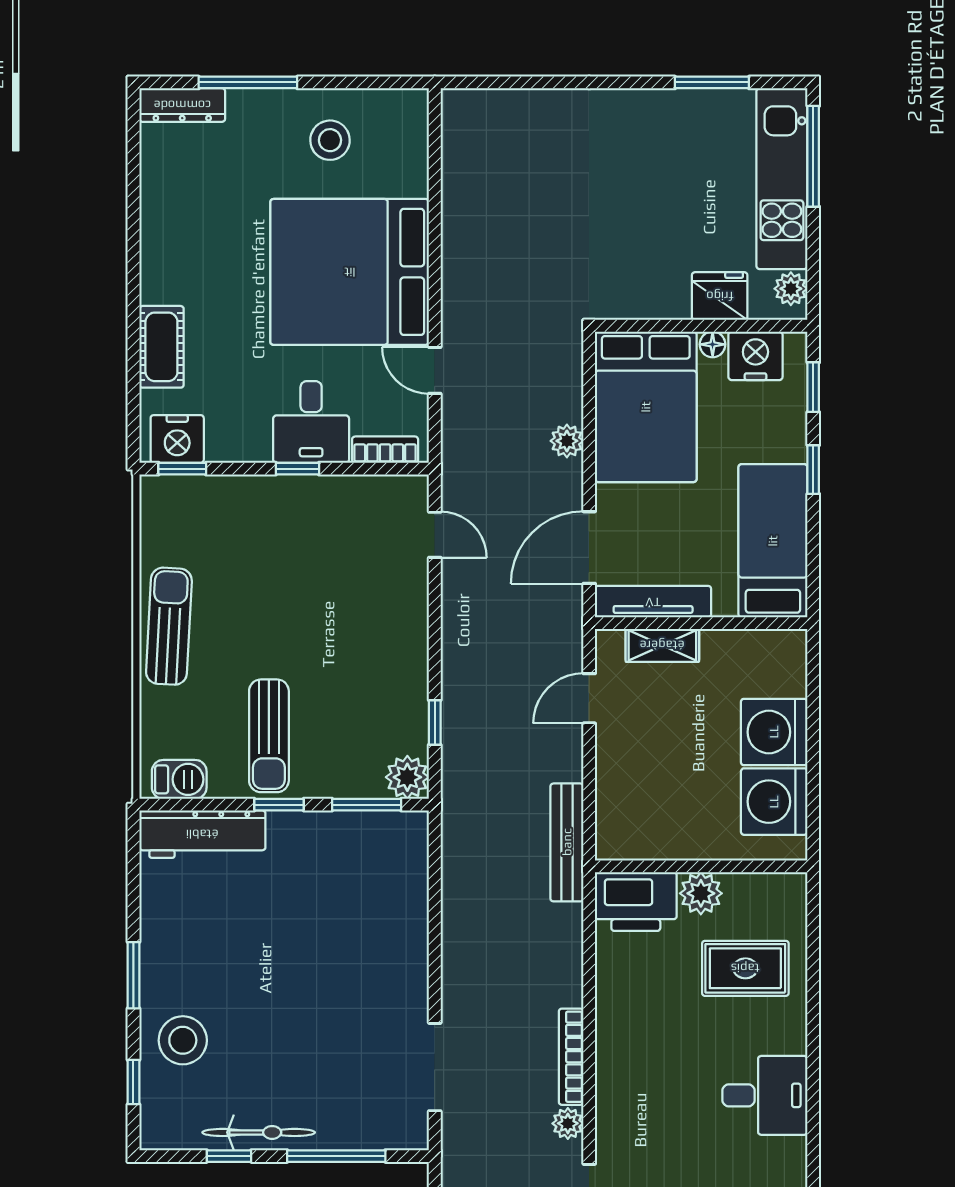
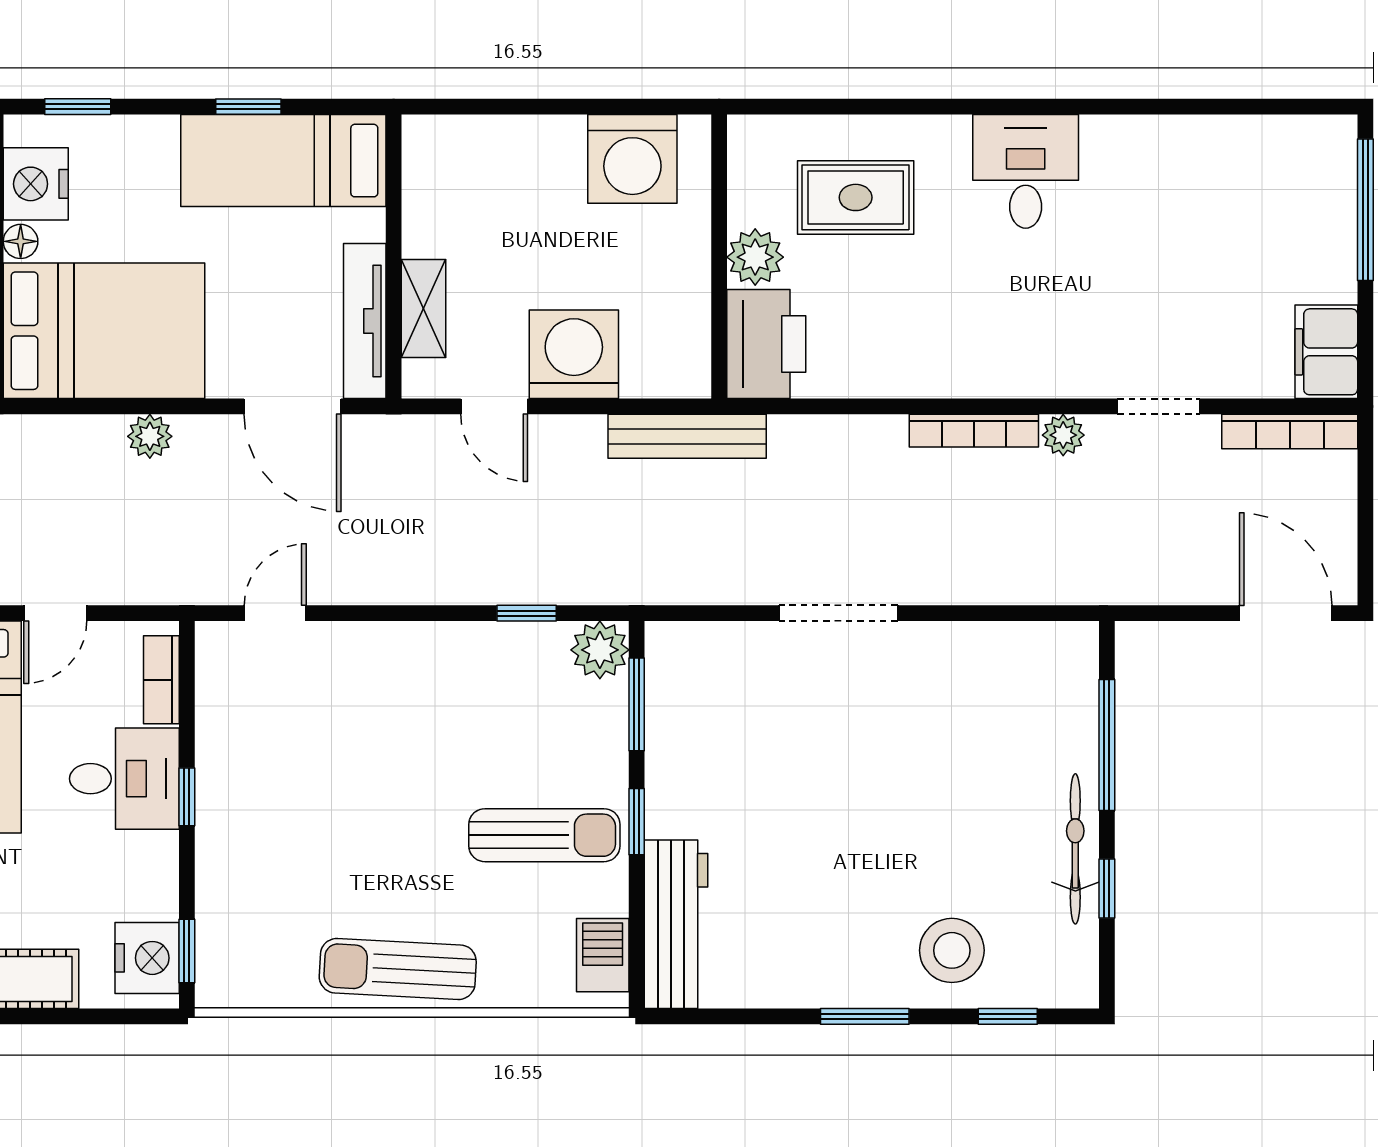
window: (813, 470) -> (248, 107), moved
washing machine: (774, 732) -> (574, 354), moved, turned 180
rug: (745, 968) -> (856, 197), turned 90
doorway: (435, 1067) -> (838, 613), moved

